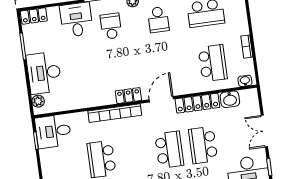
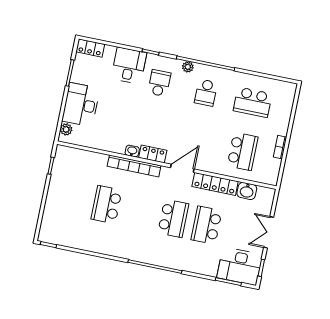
washbasin: (245, 81) -> (132, 151), moved
desk: (53, 131) -> (70, 163), removed

